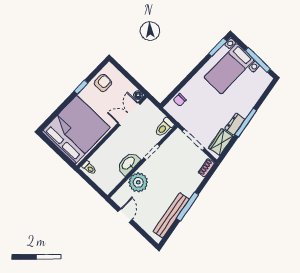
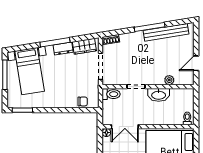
bed with nightstands: (229, 69) -> (30, 71), moved, turned 81
plant: (138, 182) -> (169, 80), width x0.53, depth x0.53

